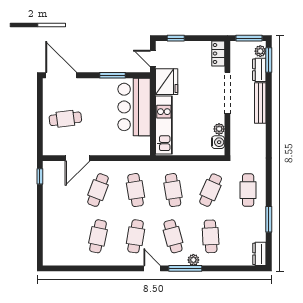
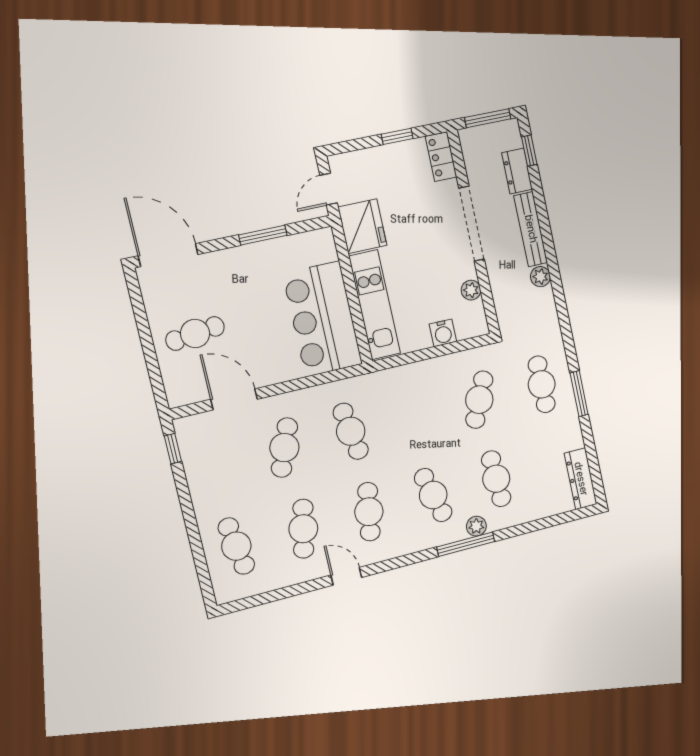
window: (176, 38) -> (397, 136), moved
plant: (260, 51) -> (540, 277), moved
door: (153, 58) -> (329, 189), hinge flipped
window: (269, 60) -> (529, 151), width x0.67
bar counter: (134, 107) -> (323, 319), moved
water cooler: (218, 142) -> (443, 333), moved, turned 90
door: (77, 158) -> (234, 399), swing flipped
cafe table: (173, 190) -> (236, 546), moved
window: (269, 219) -> (579, 394), moved
dresser: (259, 254) -> (581, 479), width x1.44
door: (152, 268) -> (346, 576), moved

